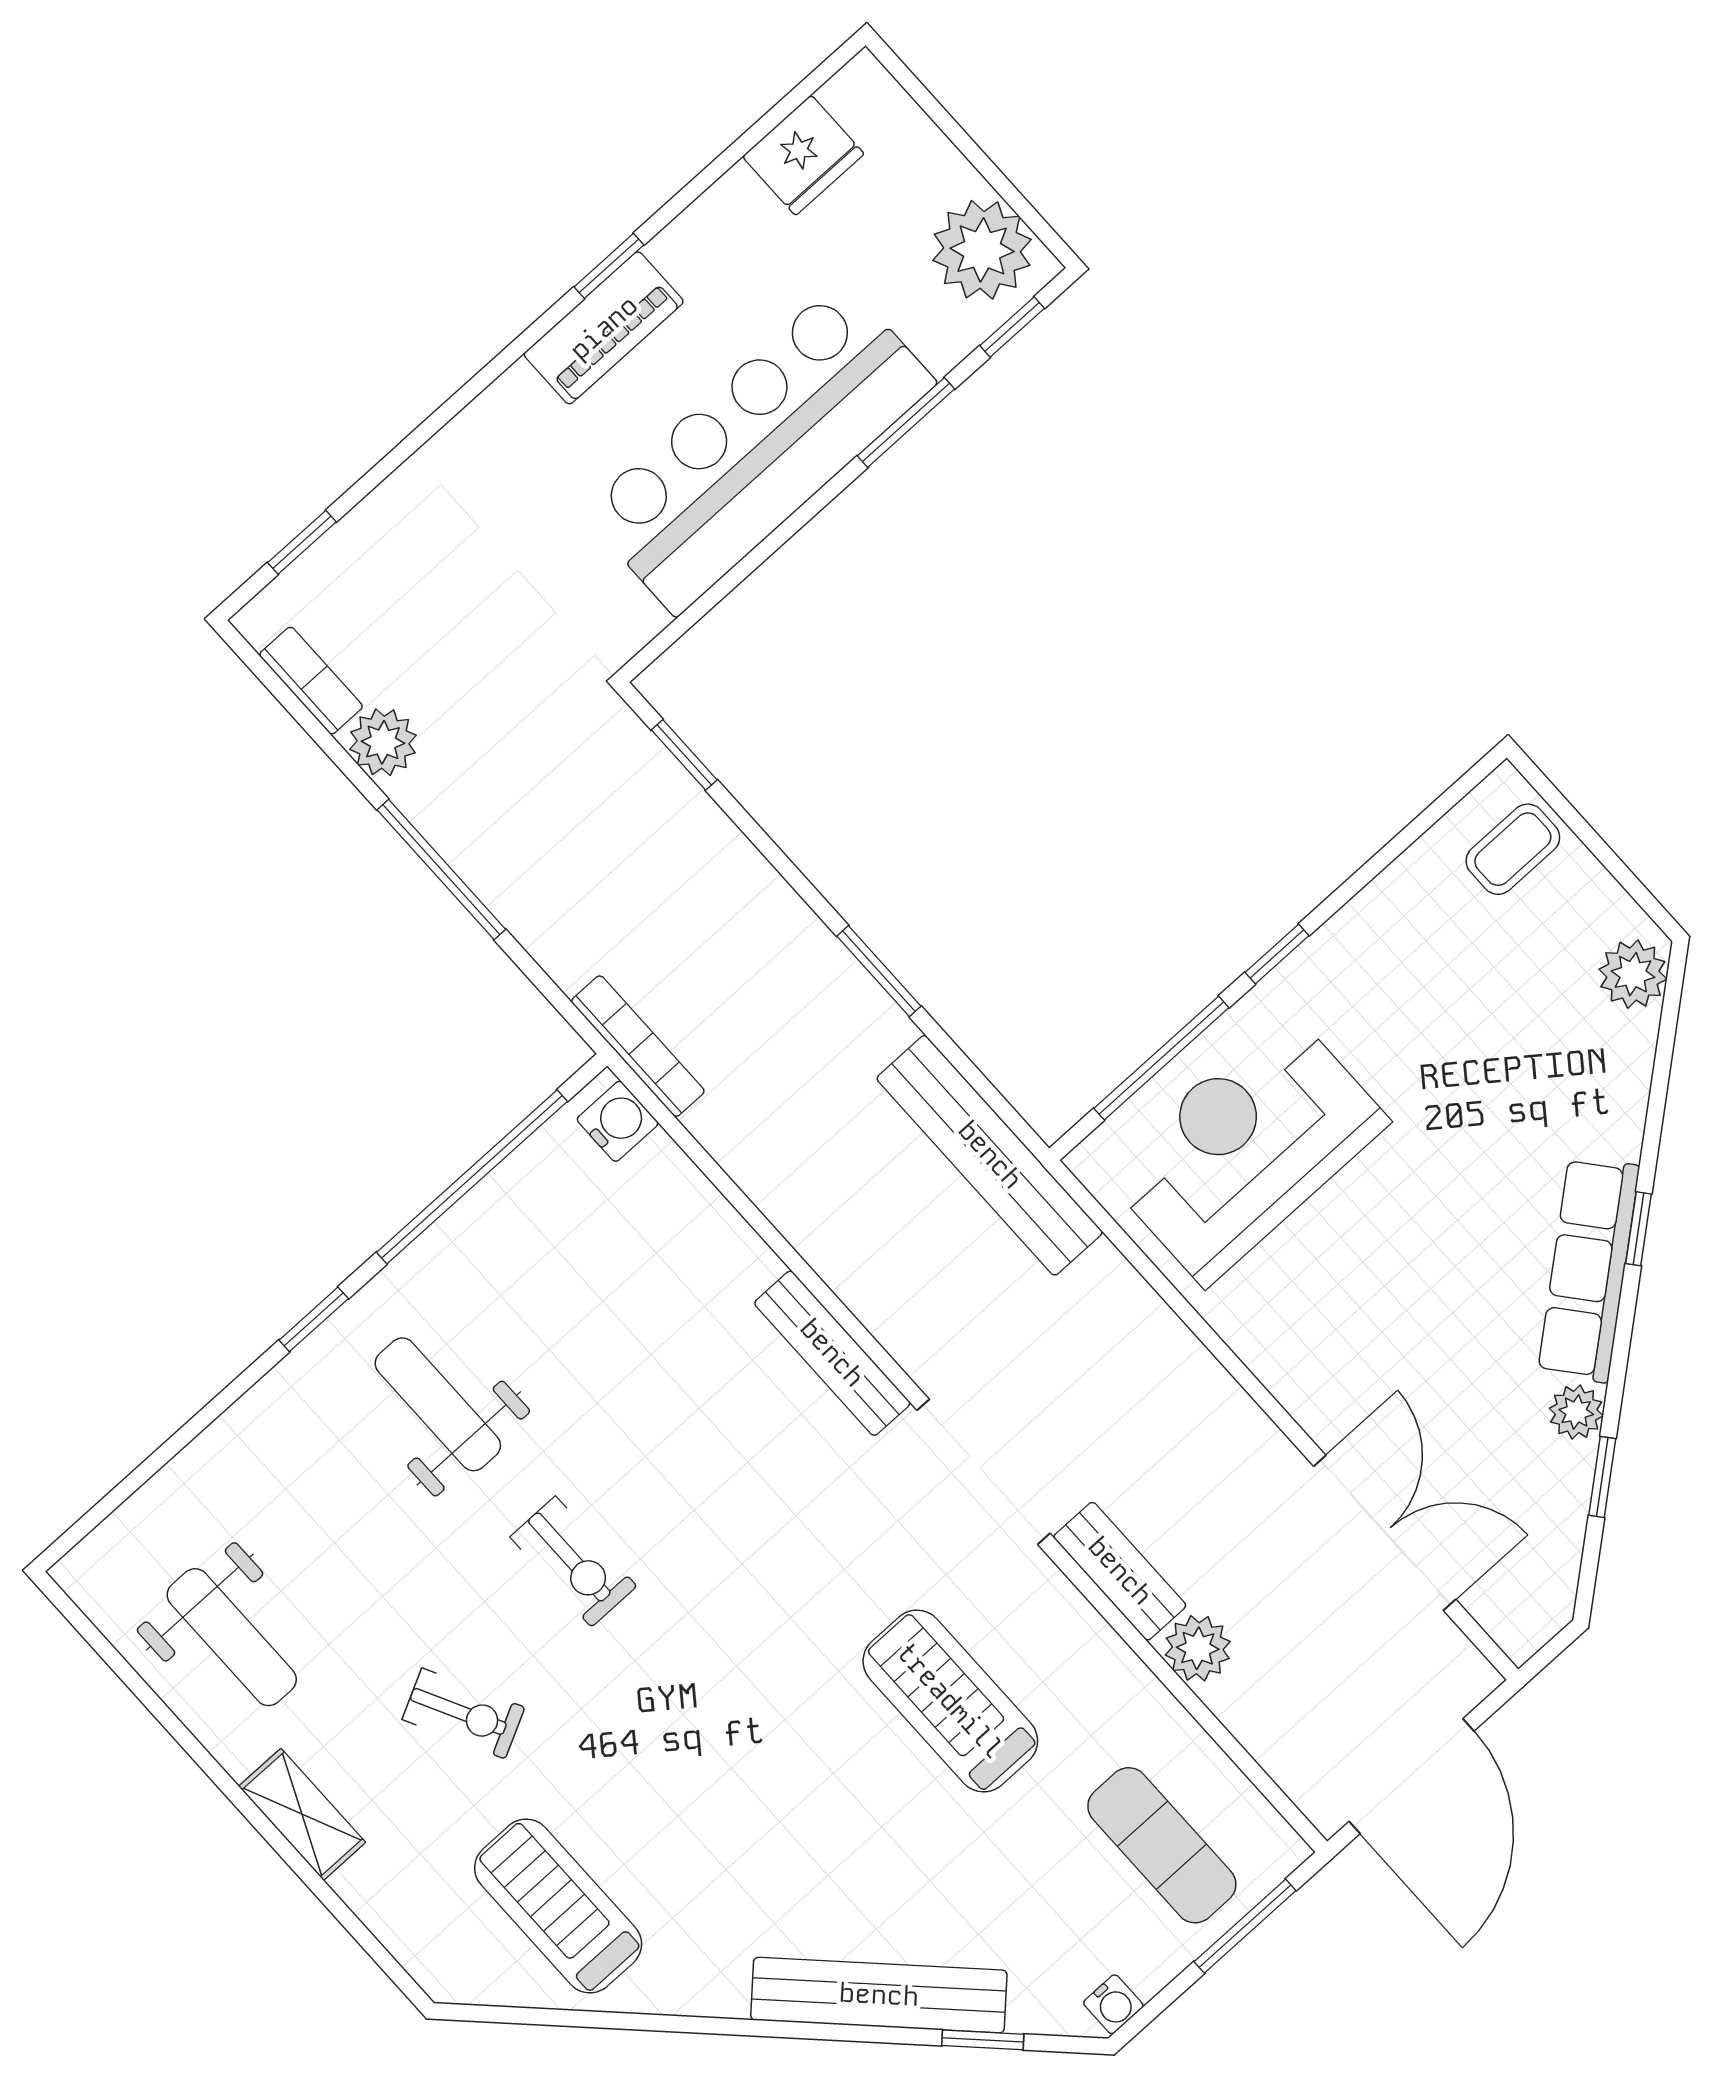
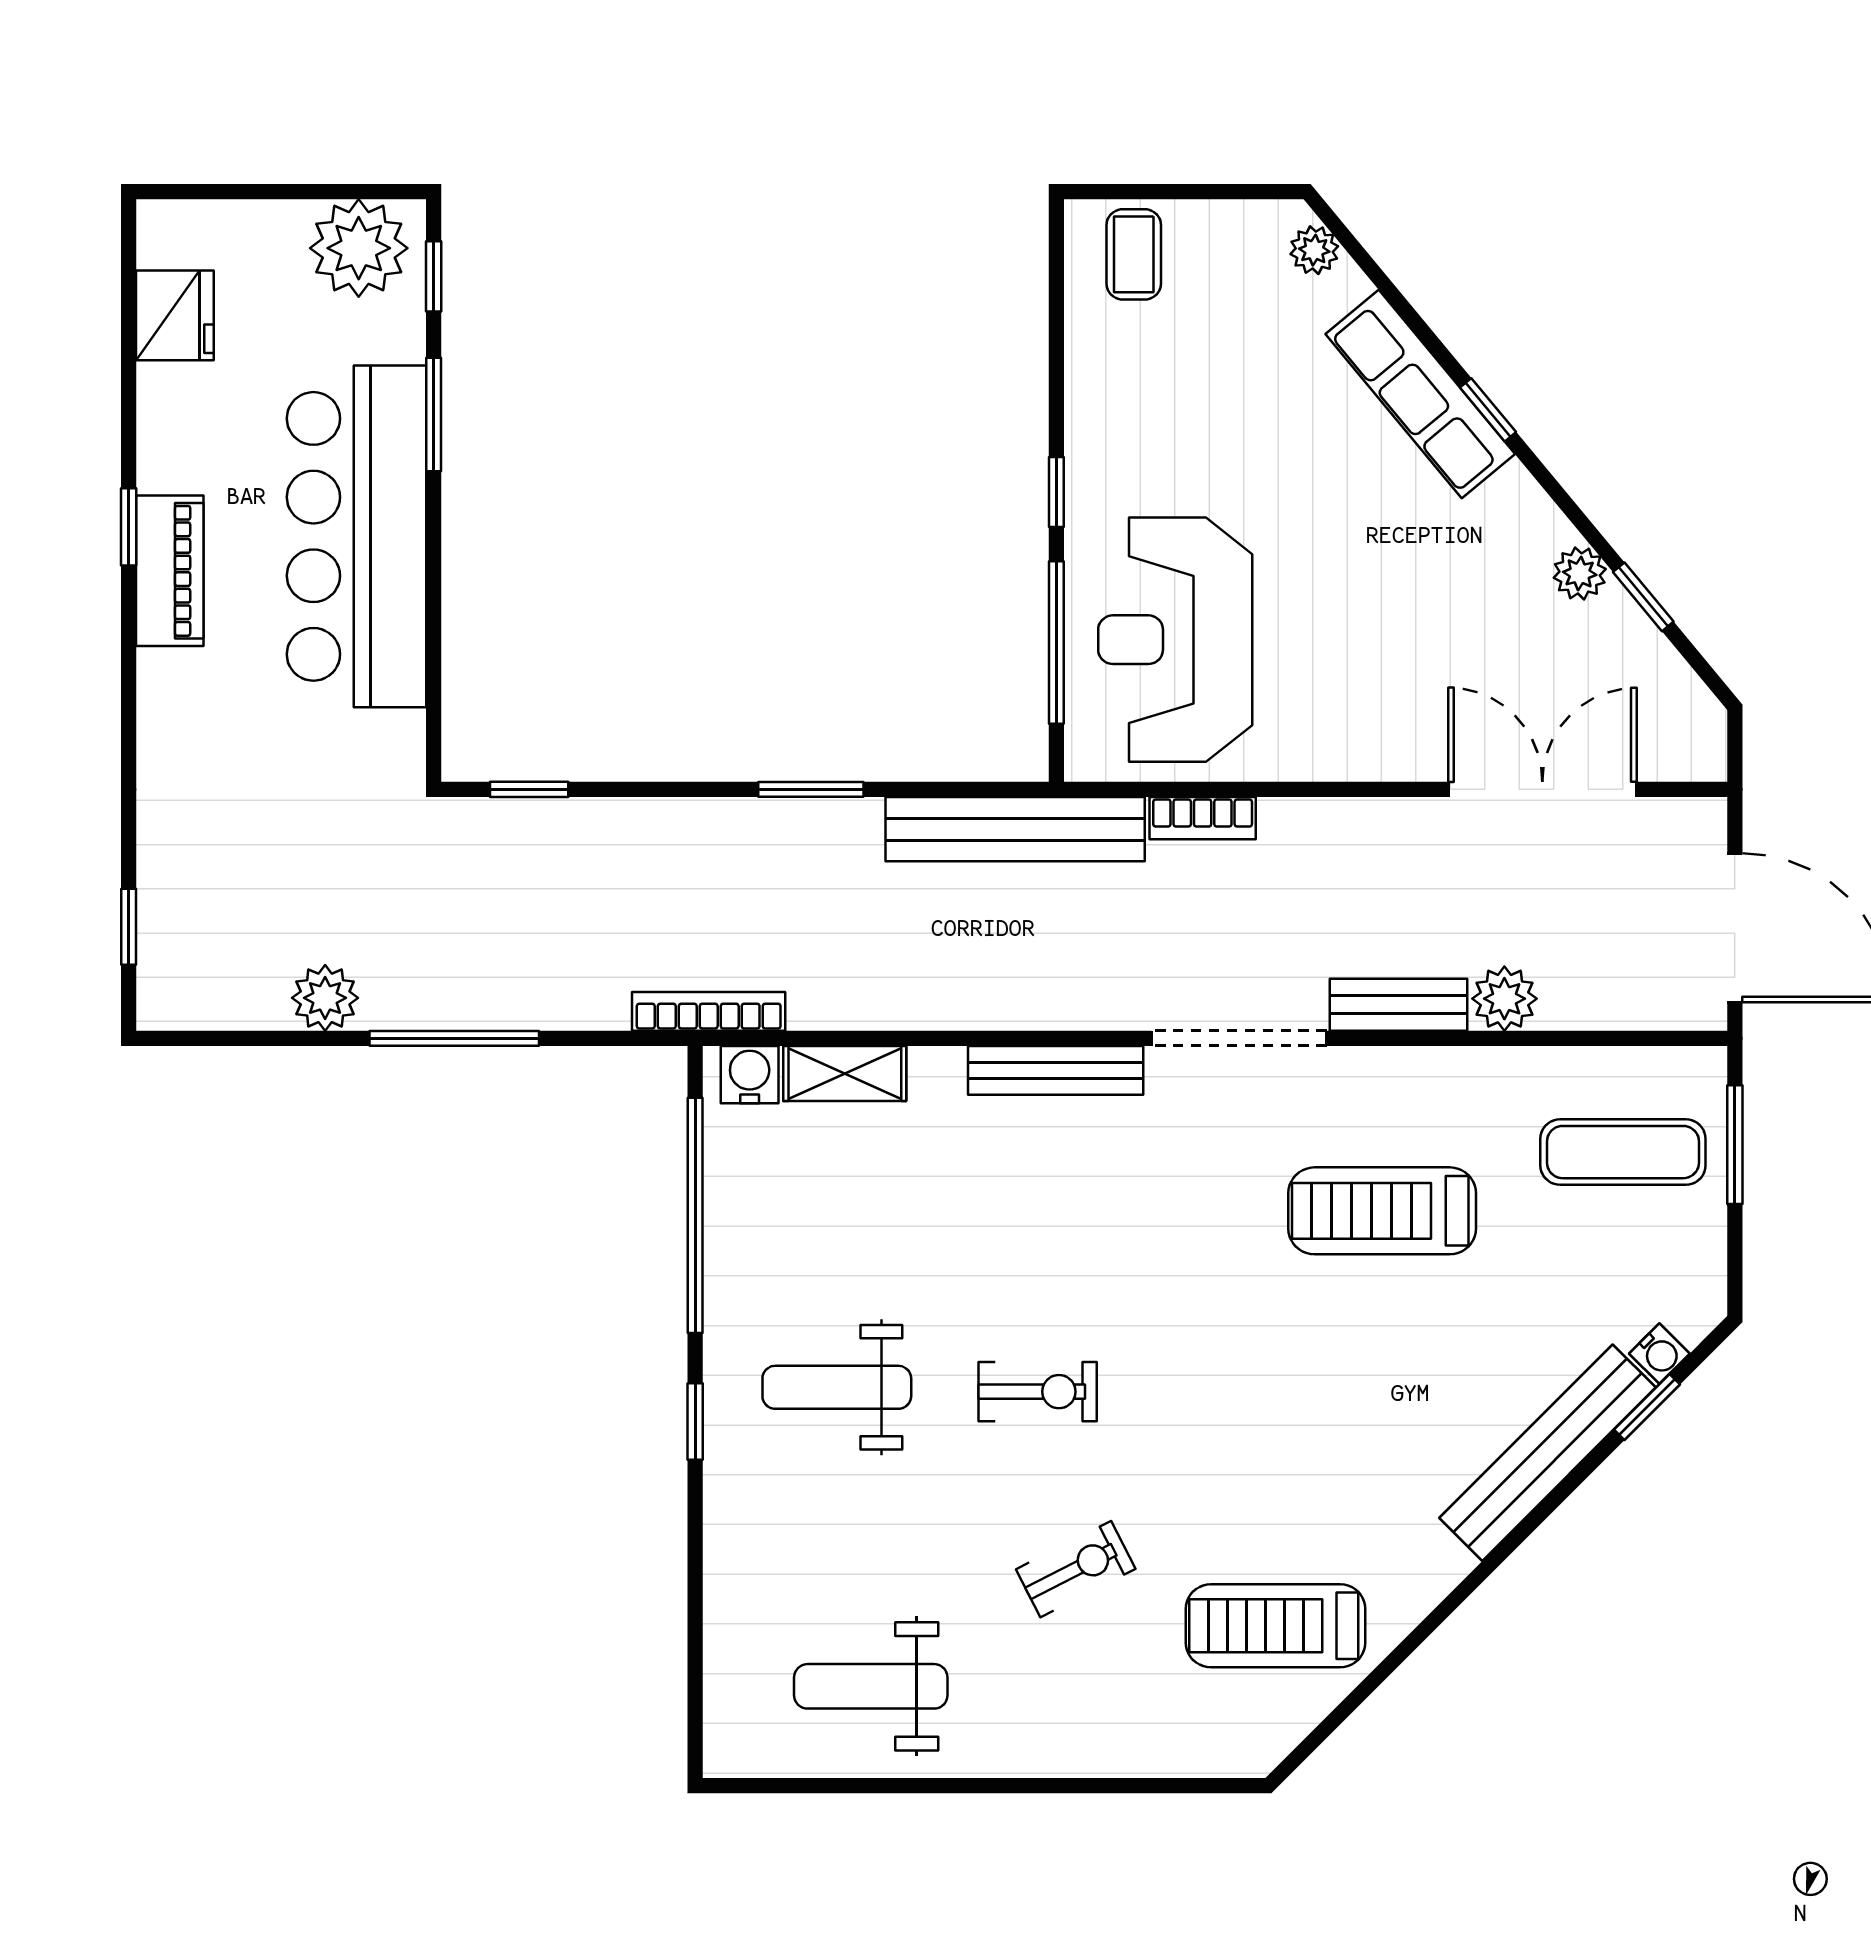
bookcase: (311, 681) -> (1203, 818), moved, turned 180
plant: (1633, 974) -> (1314, 250), width x0.73, depth x0.73
row of seats: (1589, 1269) -> (1420, 394), moved
weight bench: (232, 1637) -> (871, 1686), turned 180
shelving: (302, 1814) -> (845, 1074), moved
water cooler: (1113, 2004) -> (1659, 1354), moved, turned 45

